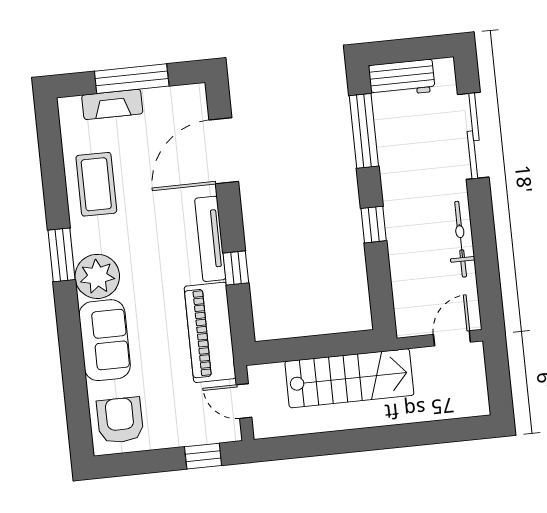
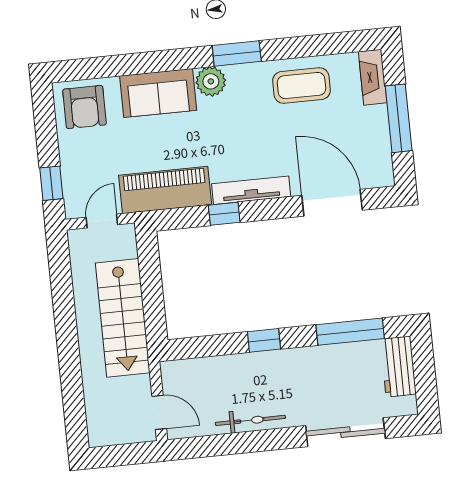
fireplace: (112, 104) -> (373, 77), moved
plant: (97, 276) -> (211, 81), width x0.73, depth x0.73
armchair: (120, 420) -> (84, 107), turned 90

